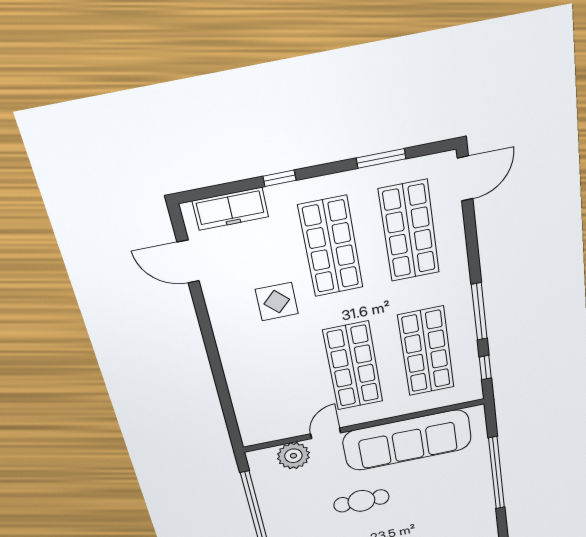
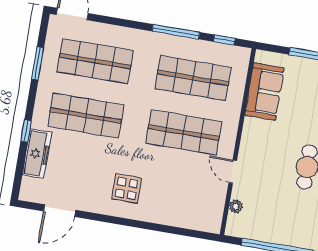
freezer: (230, 209) -> (37, 154), moved
display table: (277, 302) -> (127, 188), moved
sofa: (407, 440) -> (264, 92), width x0.54, depth x0.79
plant: (293, 456) -> (236, 206), width x0.53, depth x0.53

